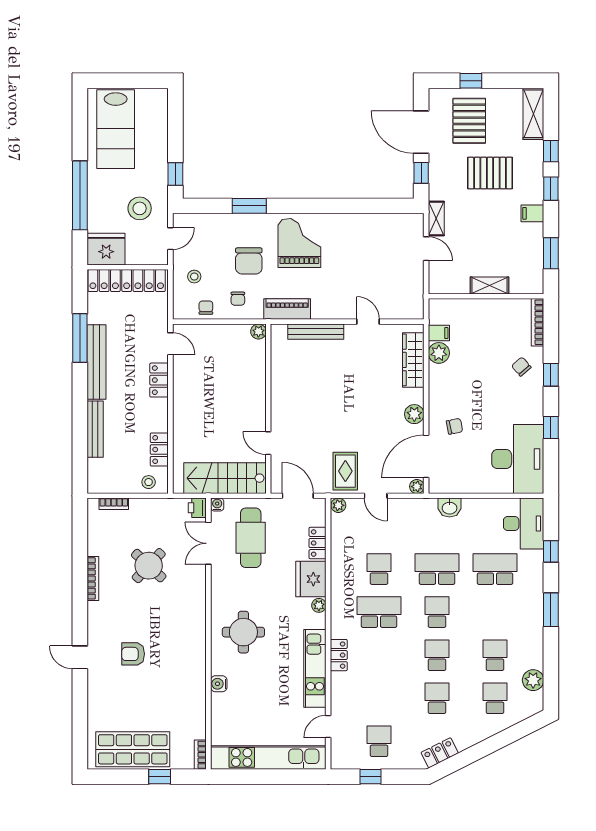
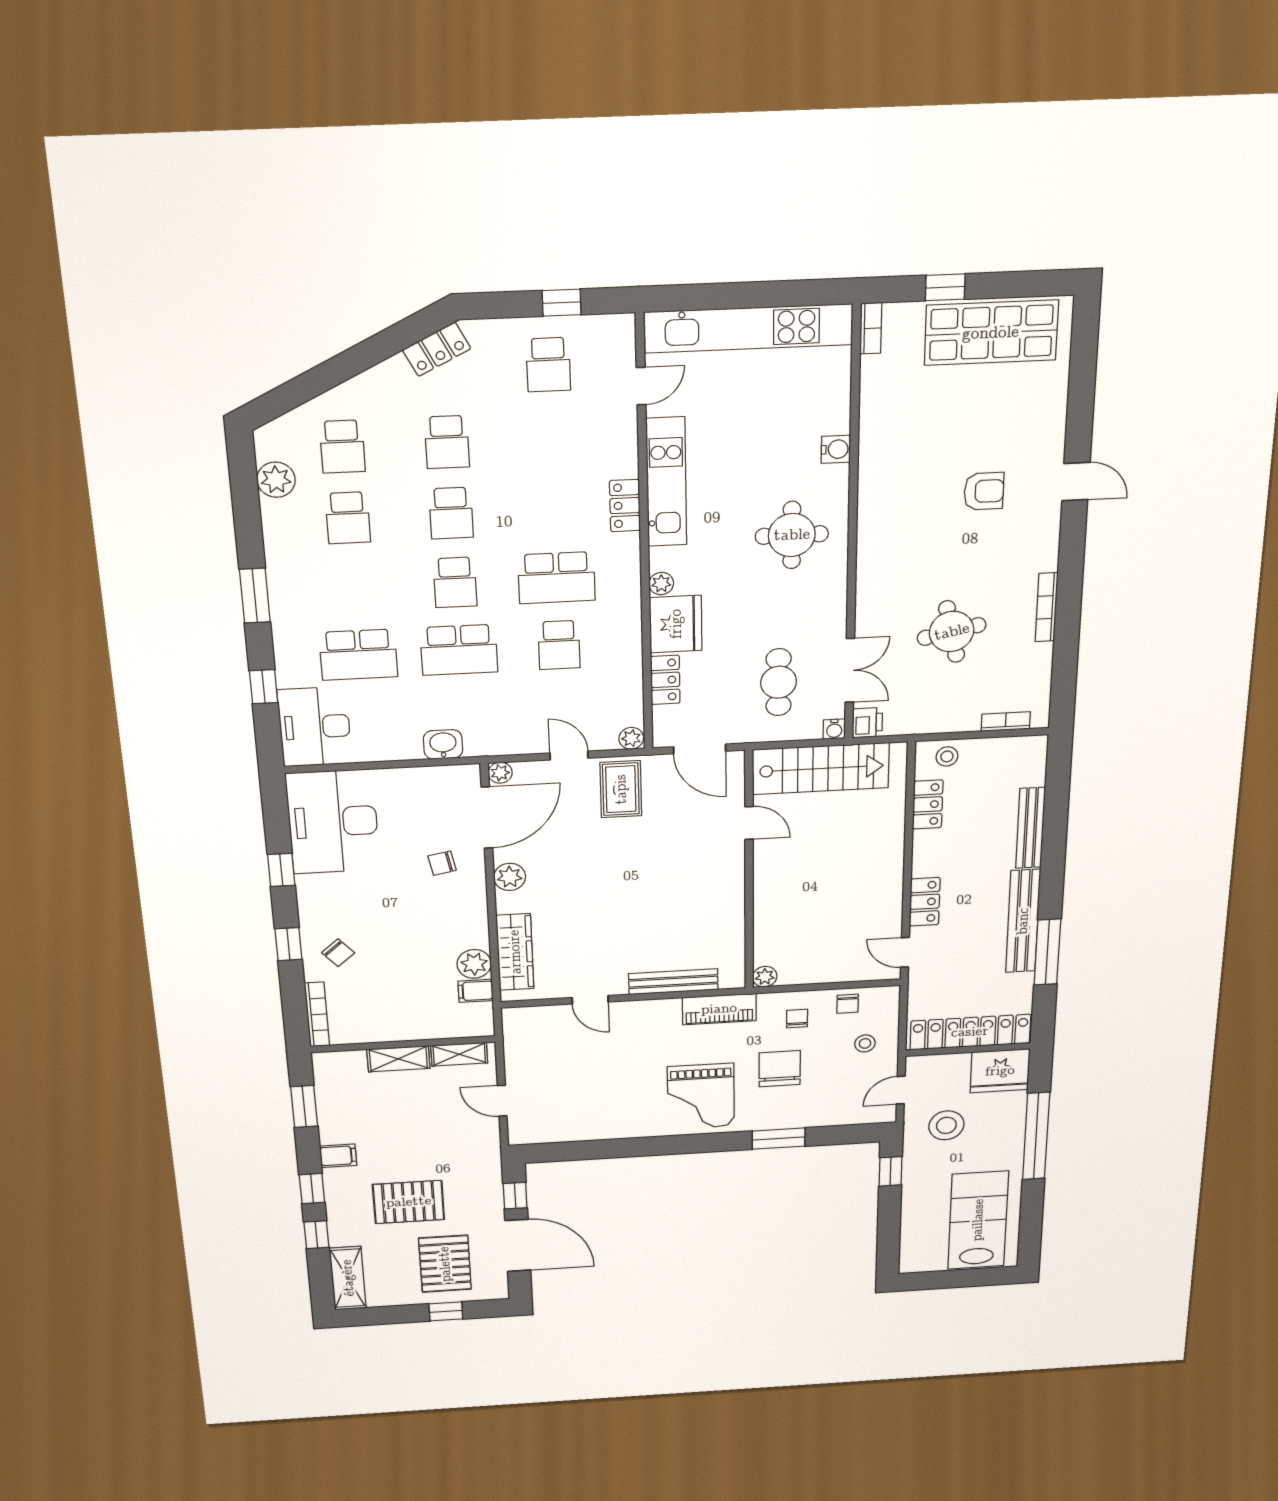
shelving: (436, 218) -> (459, 1054), moved, turned 90
cafe table: (251, 538) -> (779, 682), width x0.73, depth x0.74
round table: (149, 566) -> (952, 632), turned 35

